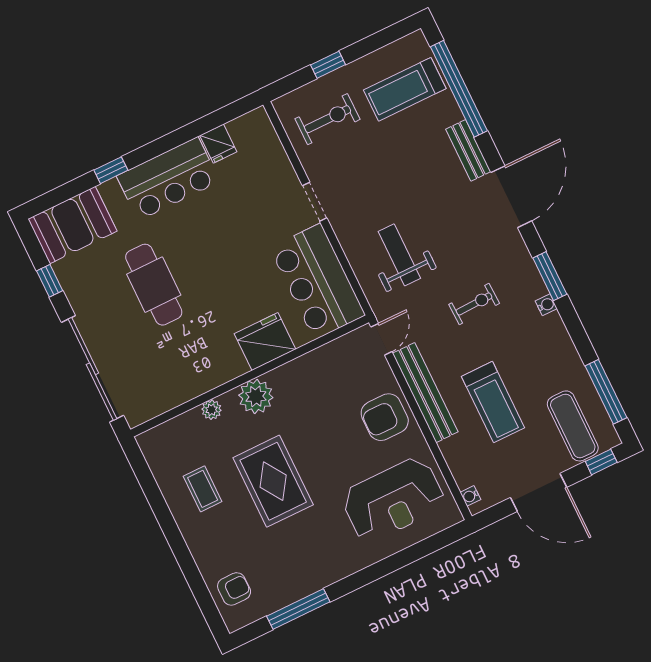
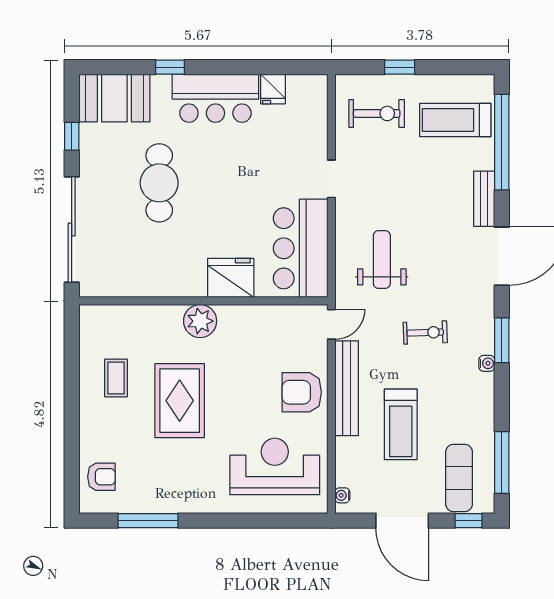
plant: (212, 410) -> (157, 314), removed
reception desk: (393, 500) -> (275, 466), turned 180

